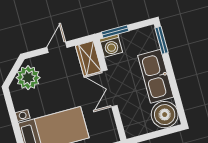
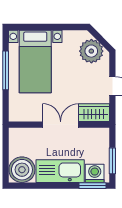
window: (115, 31) -> (112, 161), moved
washing machine: (111, 46) -> (95, 173), moved, turned 90

